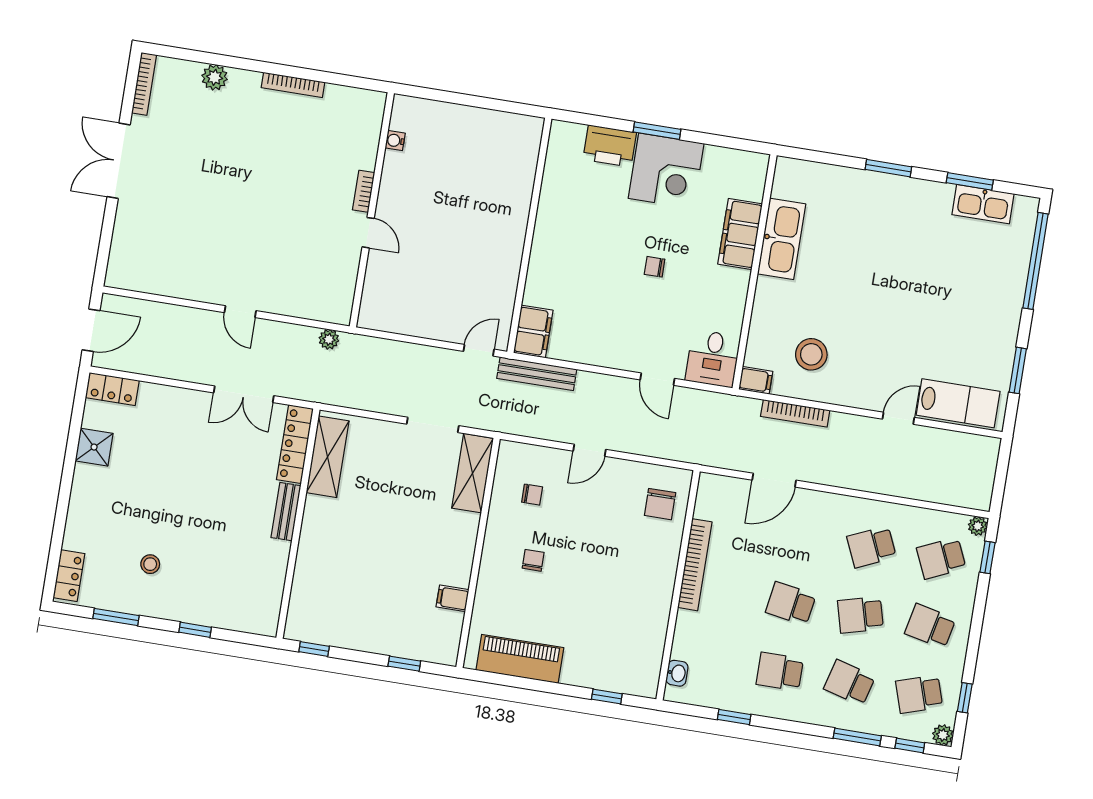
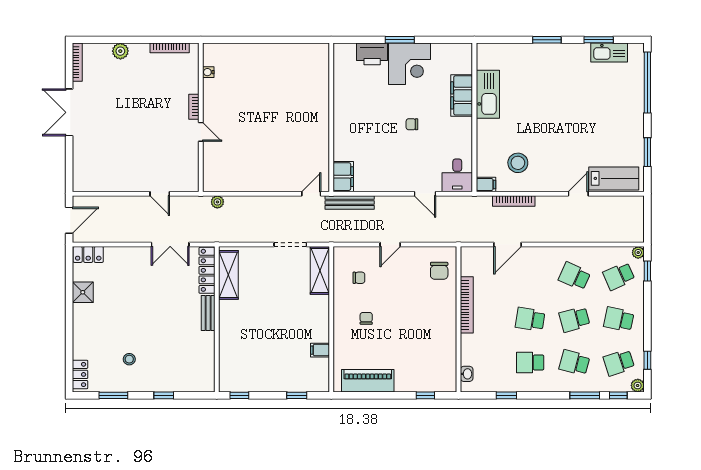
water cooler: (395, 141) -> (208, 72), moved
bookcase: (364, 191) -> (194, 107), moved
wall: (372, 210) -> (201, 117), moved
door: (368, 233) -> (201, 132), moved
school desk: (871, 547) -> (574, 276), turned 48

